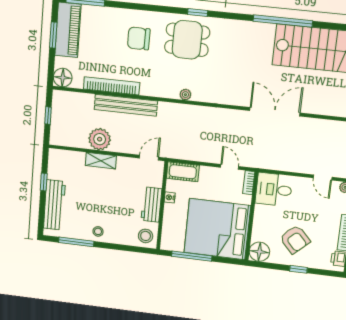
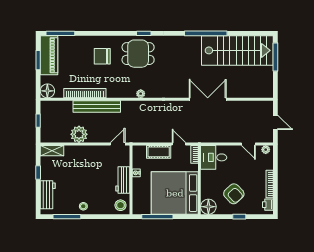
shelving: (101, 161) -> (52, 151), moved
cot: (183, 172) -> (159, 152), moved
workbench: (54, 205) -> (48, 195), width x0.73

